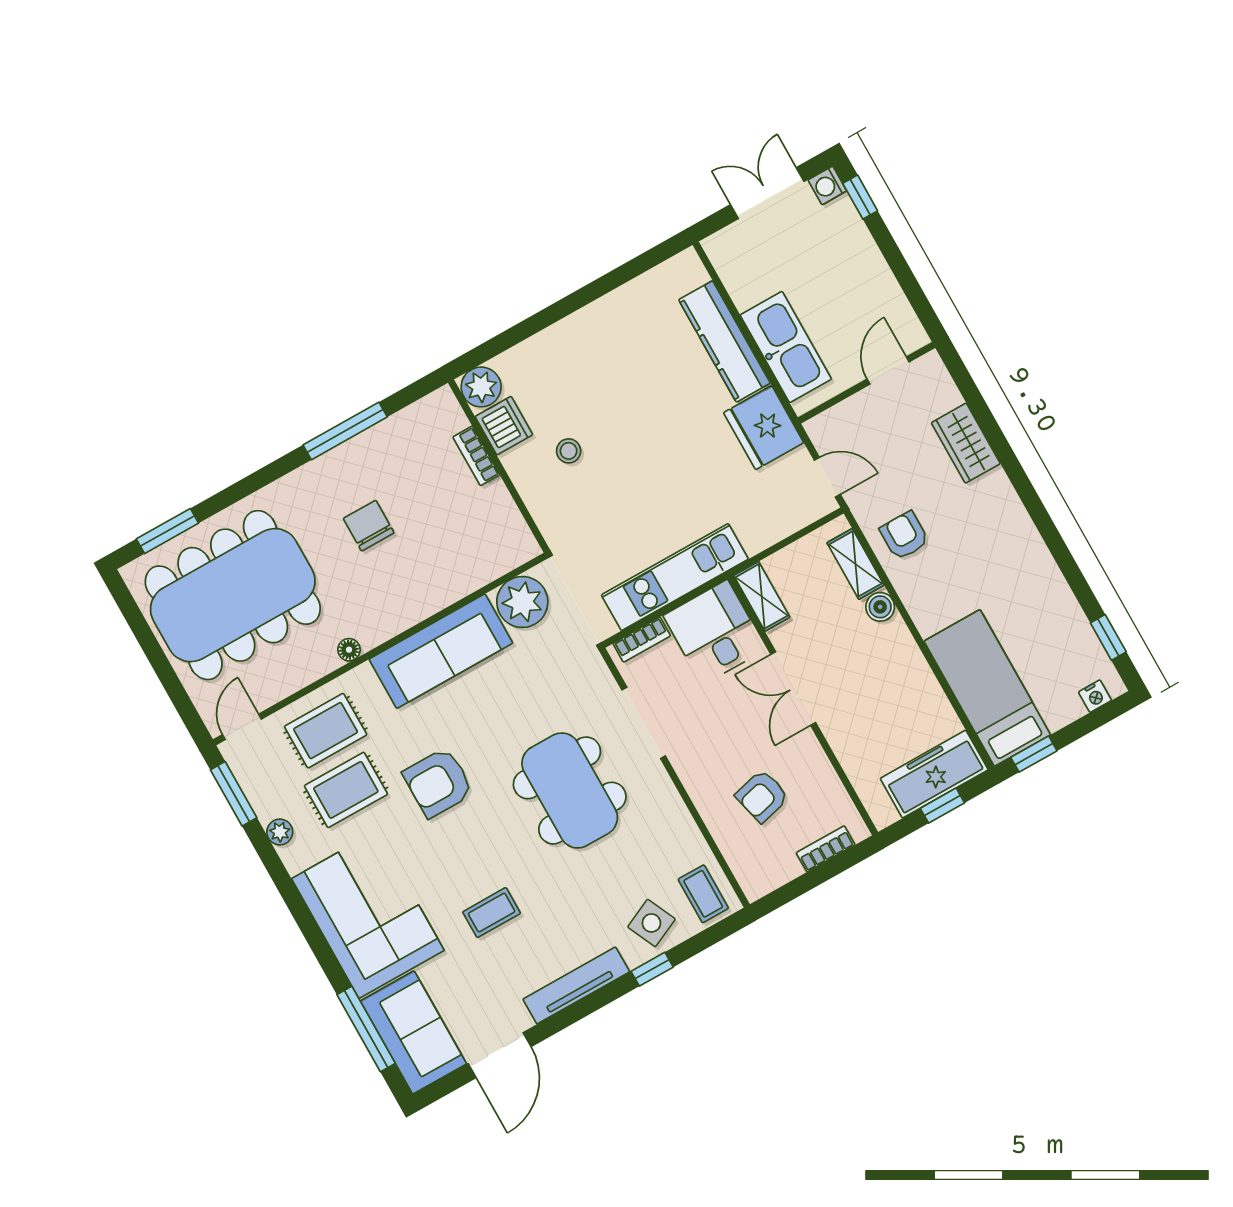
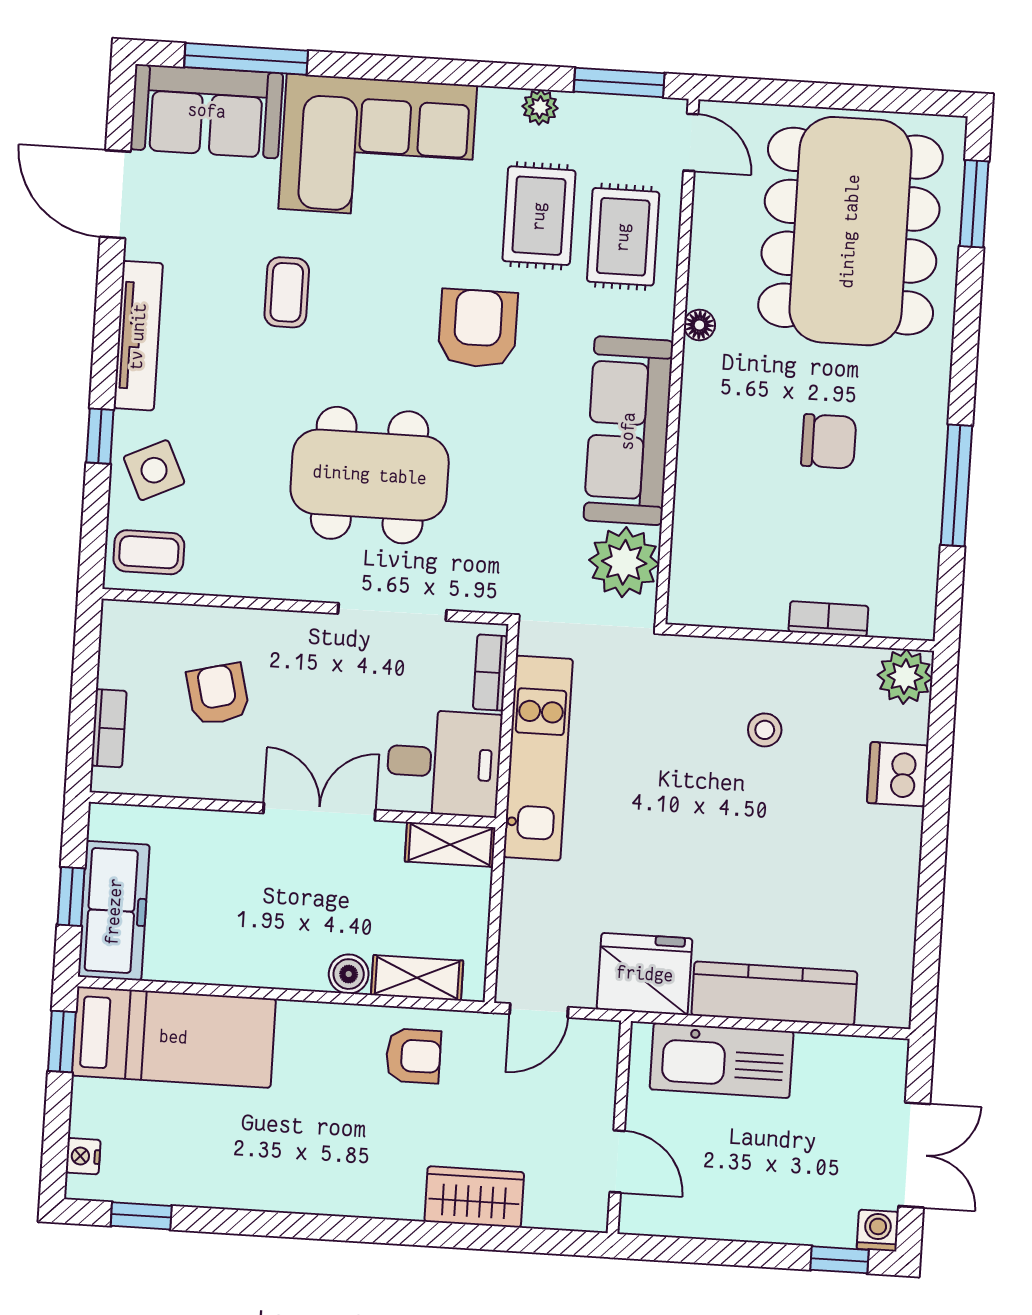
dishwasher: (504, 426) -> (898, 774), moved, turned 90

